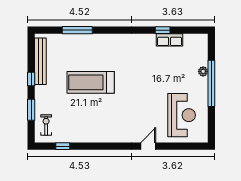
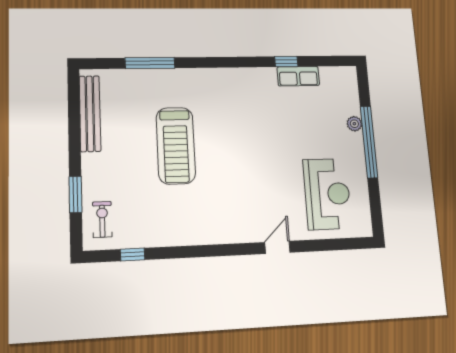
window: (31, 79) -> (75, 143), removed
treadmill: (91, 82) -> (176, 146), turned -90

